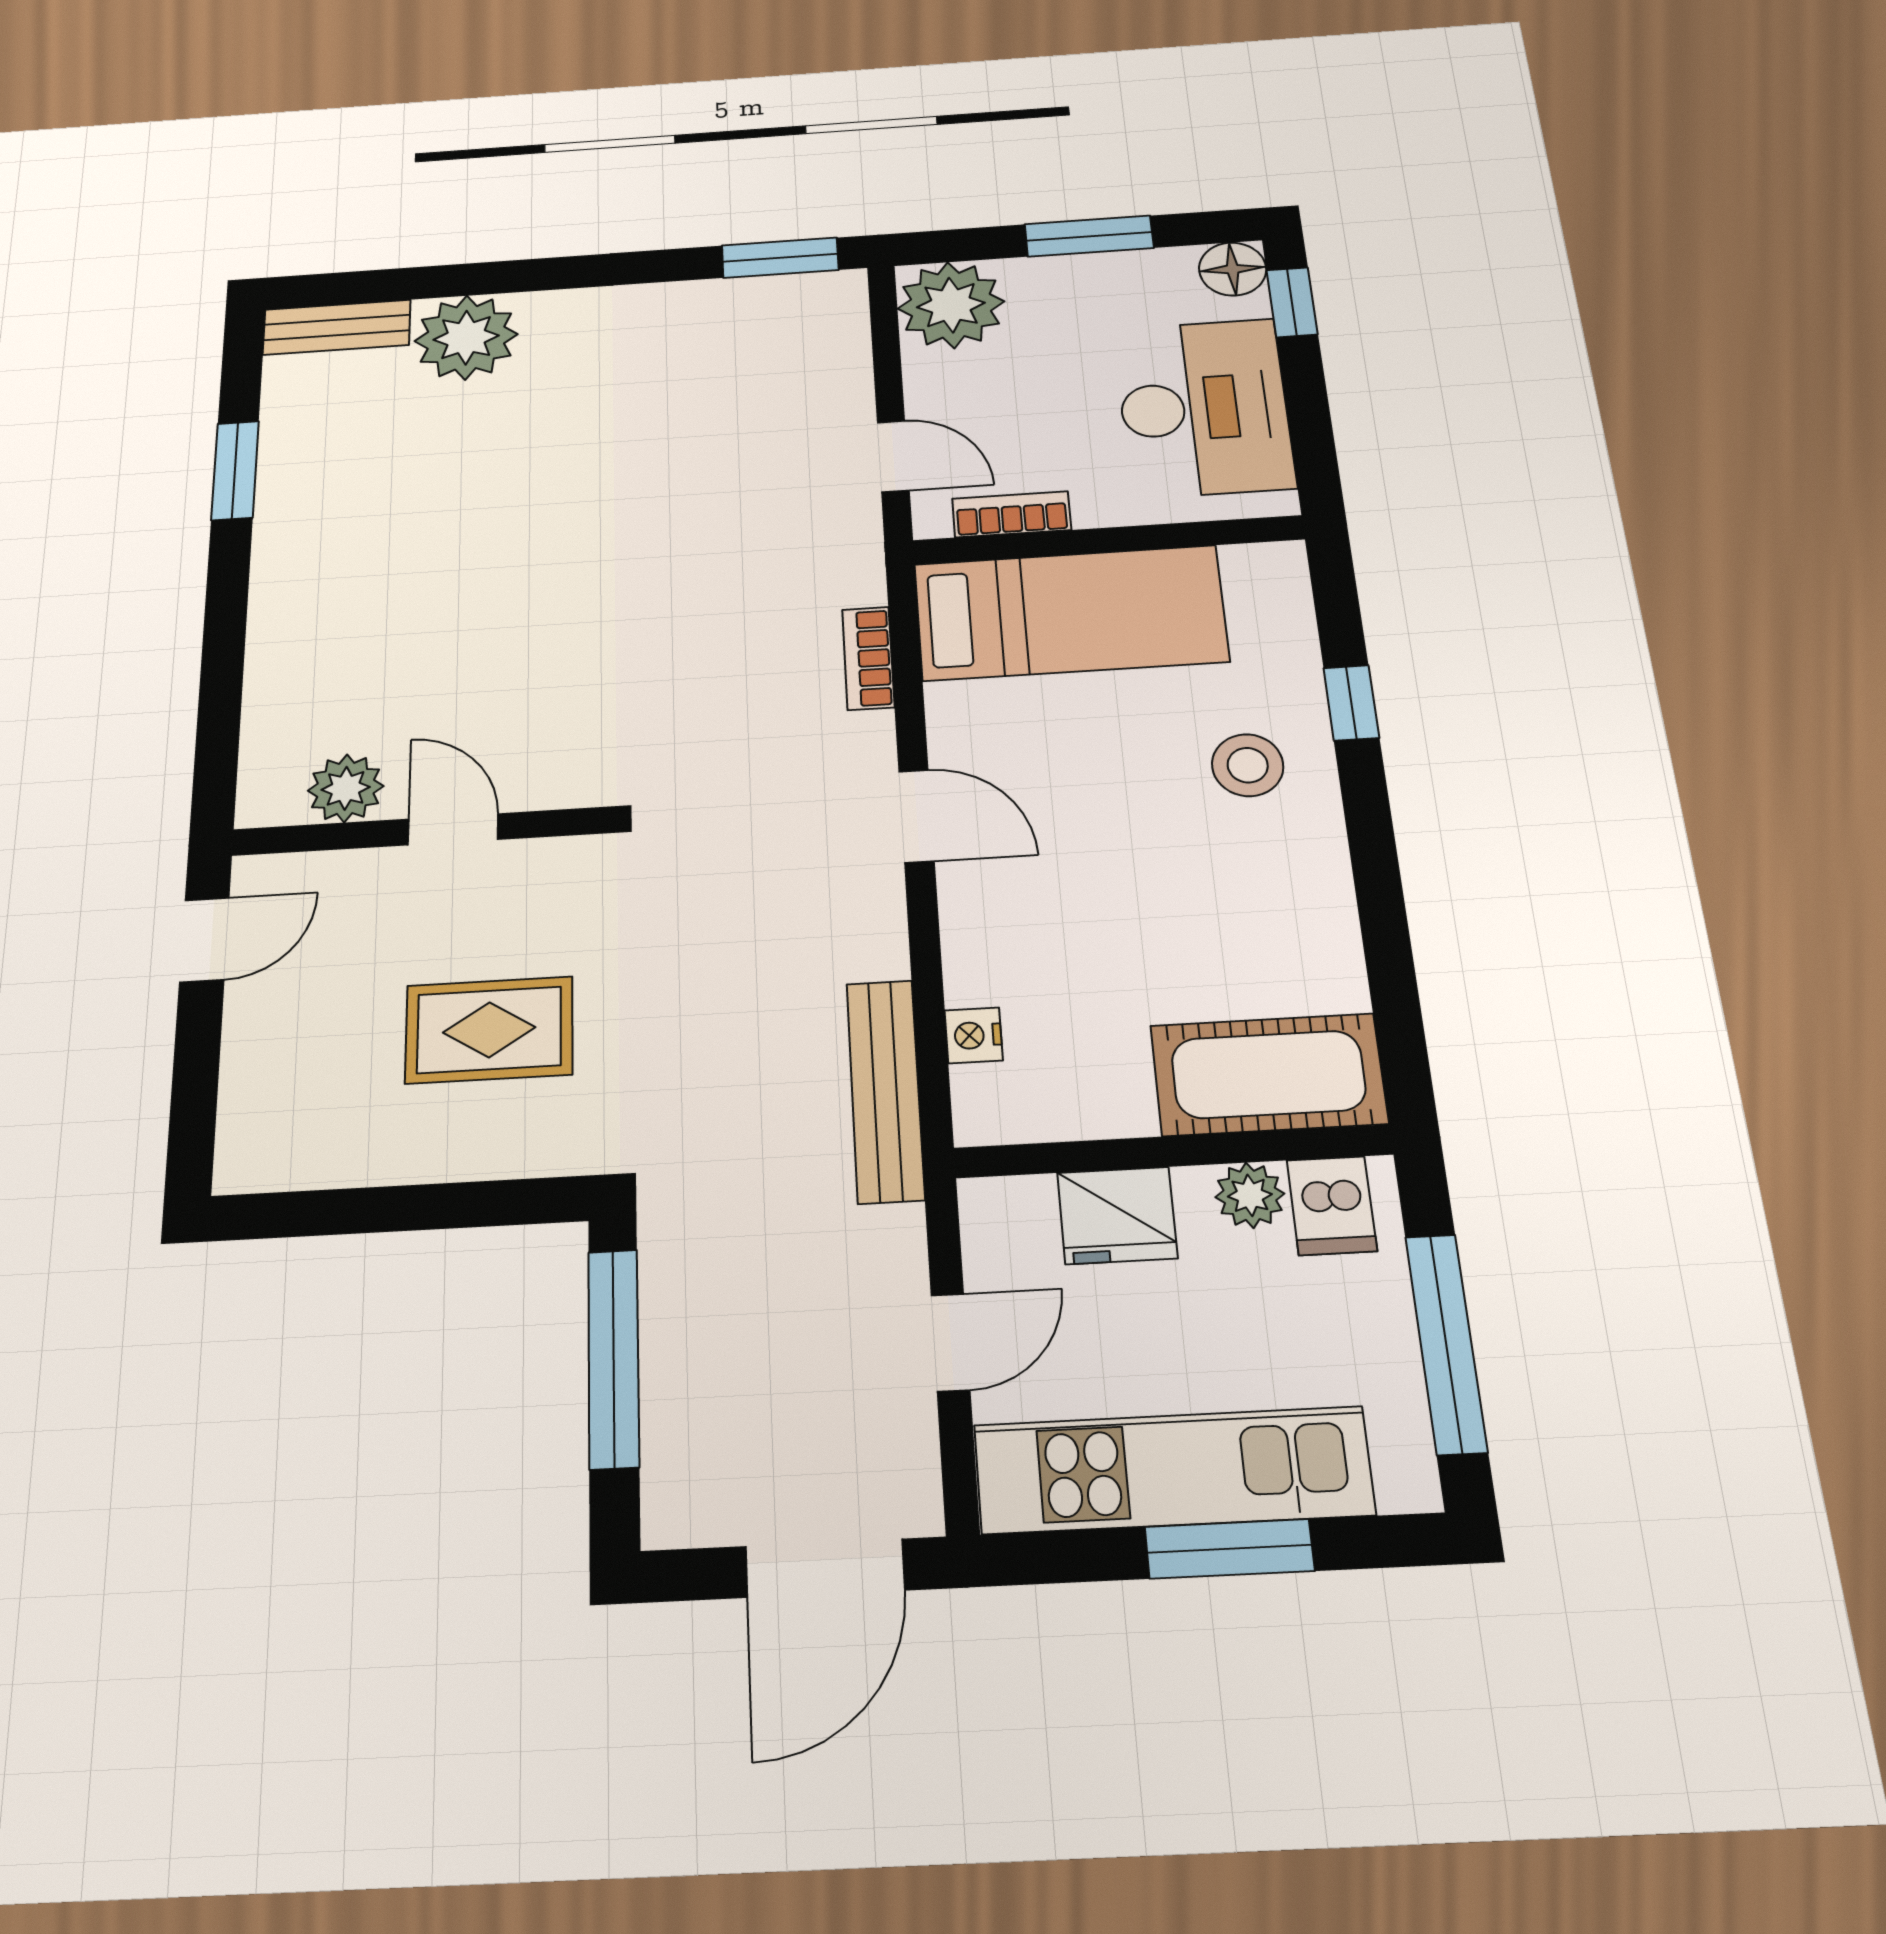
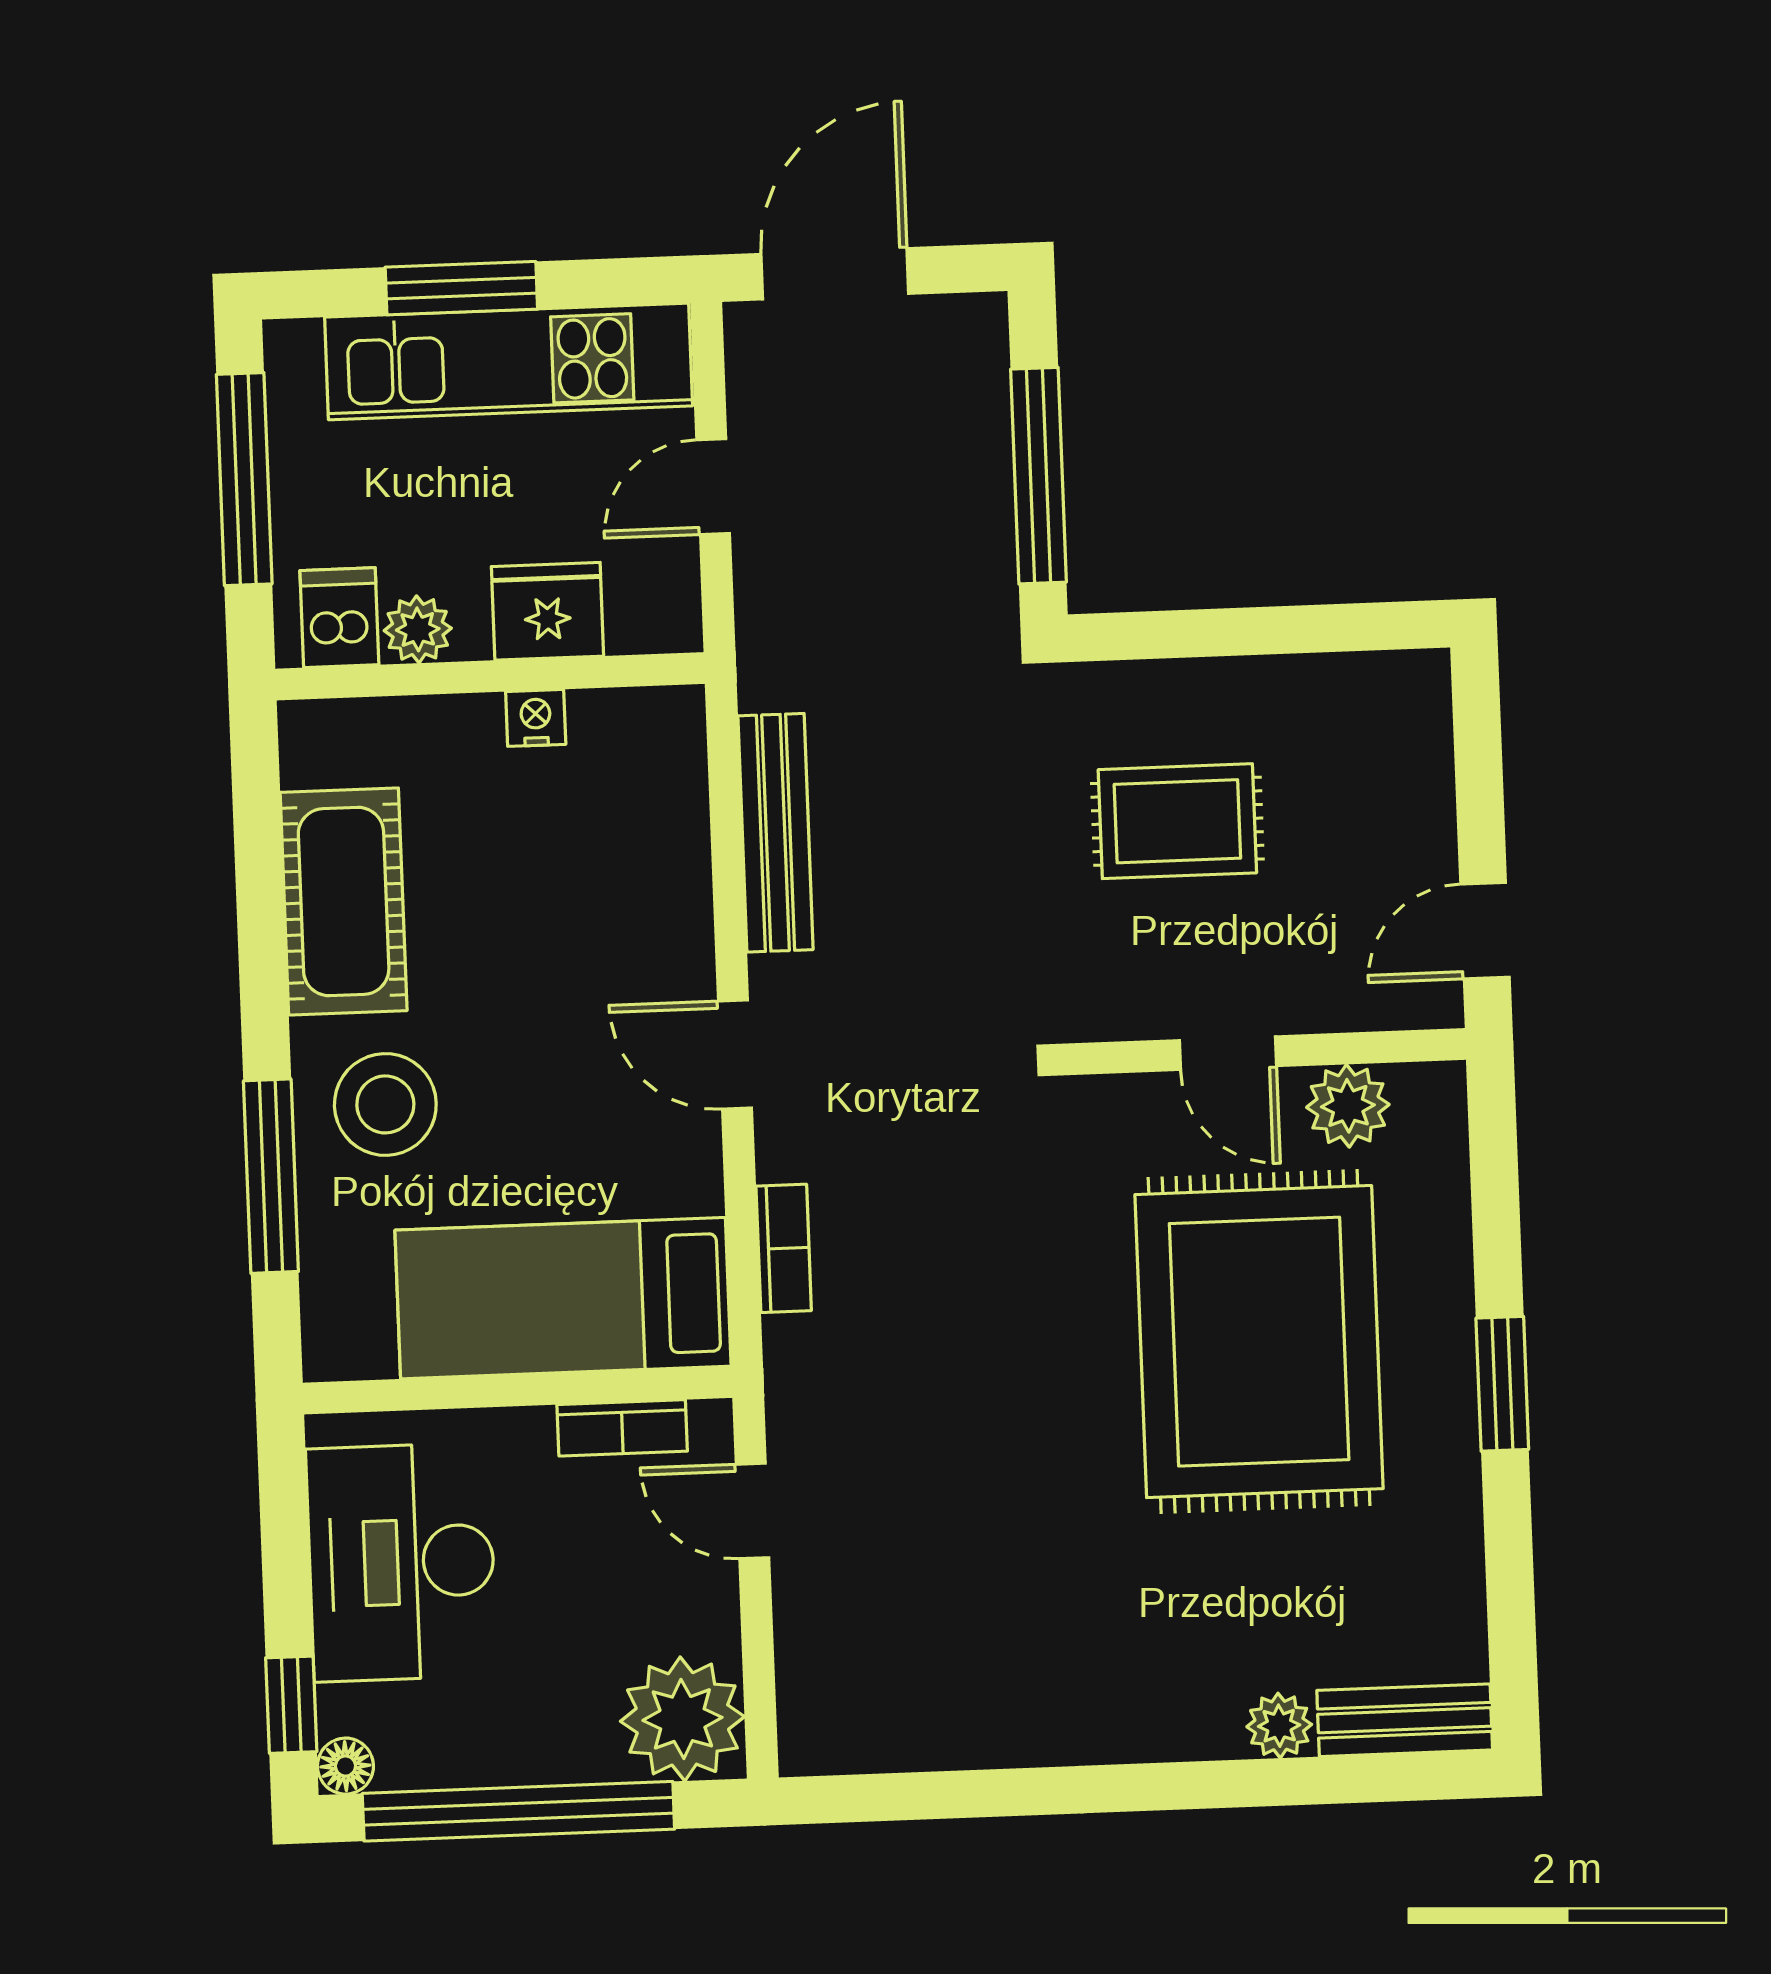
window: (1089, 236) -> (518, 1811), width x2.11
window: (780, 258) -> (881, 1797), removed
floor lamp: (1233, 269) -> (345, 1766), width x0.73, depth x0.73
plant: (466, 338) -> (1279, 1726), width x0.53, depth x0.53
window: (235, 470) -> (1502, 1384), moved
rug: (440, 598) -> (1259, 1342), added
window: (1351, 703) -> (271, 1176), width x2.17
stool: (1248, 765) -> (385, 1104), width x1.38, depth x1.38
nightstand: (974, 1035) -> (536, 718), moved, turned -90
cot: (1268, 1074) -> (344, 901), moved, turned 90
bench: (885, 1090) -> (775, 833), moved

